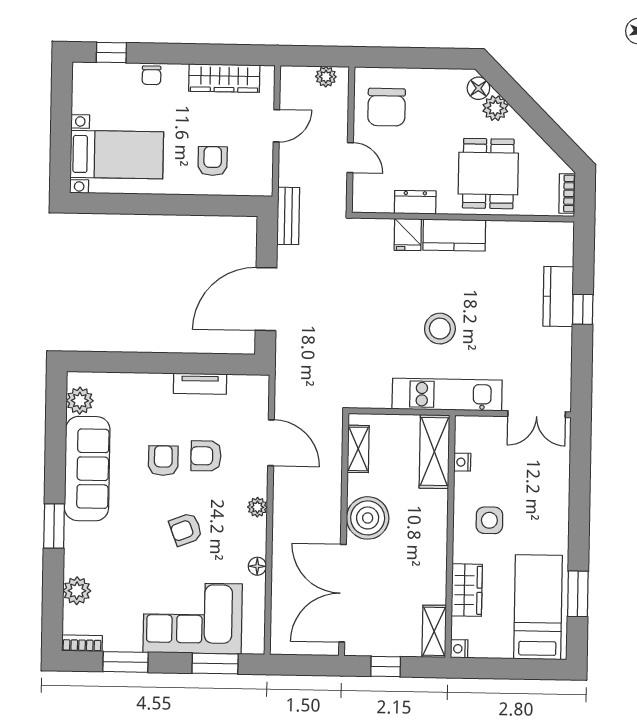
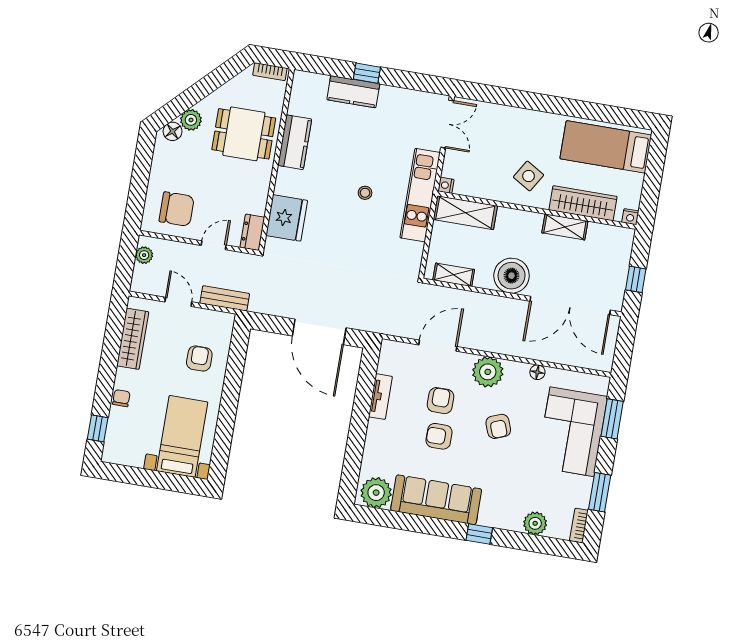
chair: (151, 75) -> (121, 398), turned -90
armchair: (213, 161) -> (199, 359), turned 90
dresser: (415, 202) -> (252, 232), moved
bench: (288, 216) -> (225, 298), moved
fridge: (408, 235) -> (287, 218), width x1.88, depth x1.34
kitchen counter: (454, 235) -> (295, 142), moved
stool: (440, 329) -> (365, 193), width x0.53, depth x0.53
plant: (80, 401) -> (376, 493), width x1.36, depth x1.36
armchair: (206, 456) -> (440, 401), turned 180
nightstand: (462, 462) -> (446, 185), moved, turned 90
plant: (257, 507) -> (488, 372), width x1.87, depth x1.87
side table: (489, 520) -> (529, 176), turned 31
window: (54, 526) -> (479, 534), width x0.67
wardrobe: (467, 590) -> (583, 203), width x1.50
window: (578, 594) -> (600, 113), removed
shelving: (434, 631) -> (565, 227), moved

